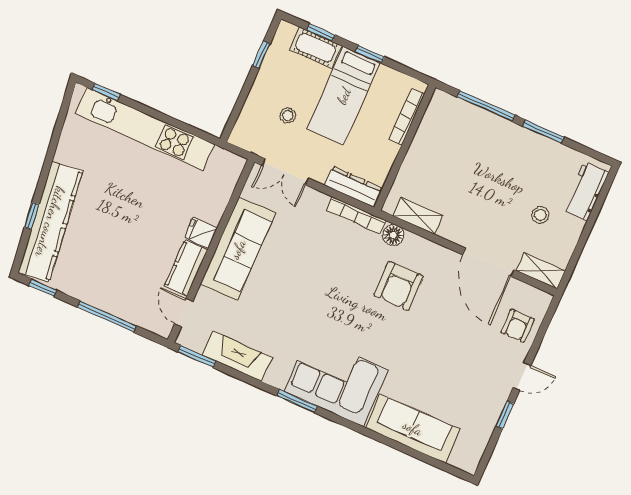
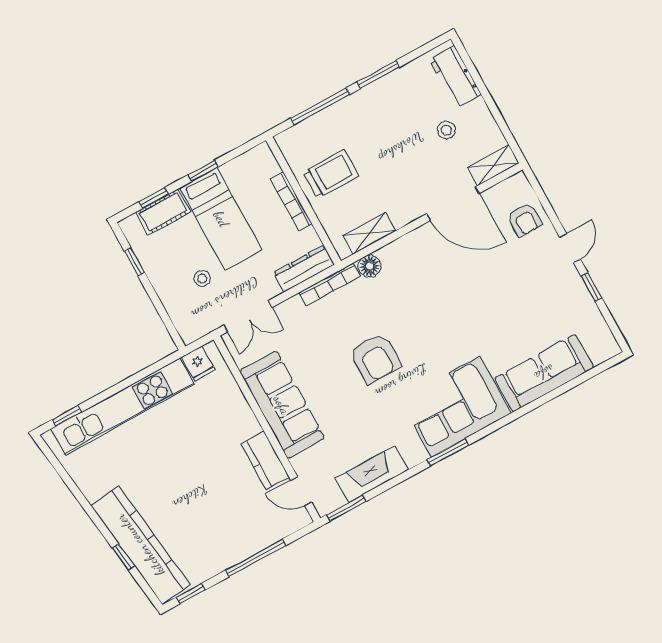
bookcase: (407, 117) -> (291, 201), moved
trolley: (441, 153) -> (331, 174), added
fridge: (201, 233) -> (198, 363), moved, turned -90
armchair: (399, 286) -> (375, 358), moved

